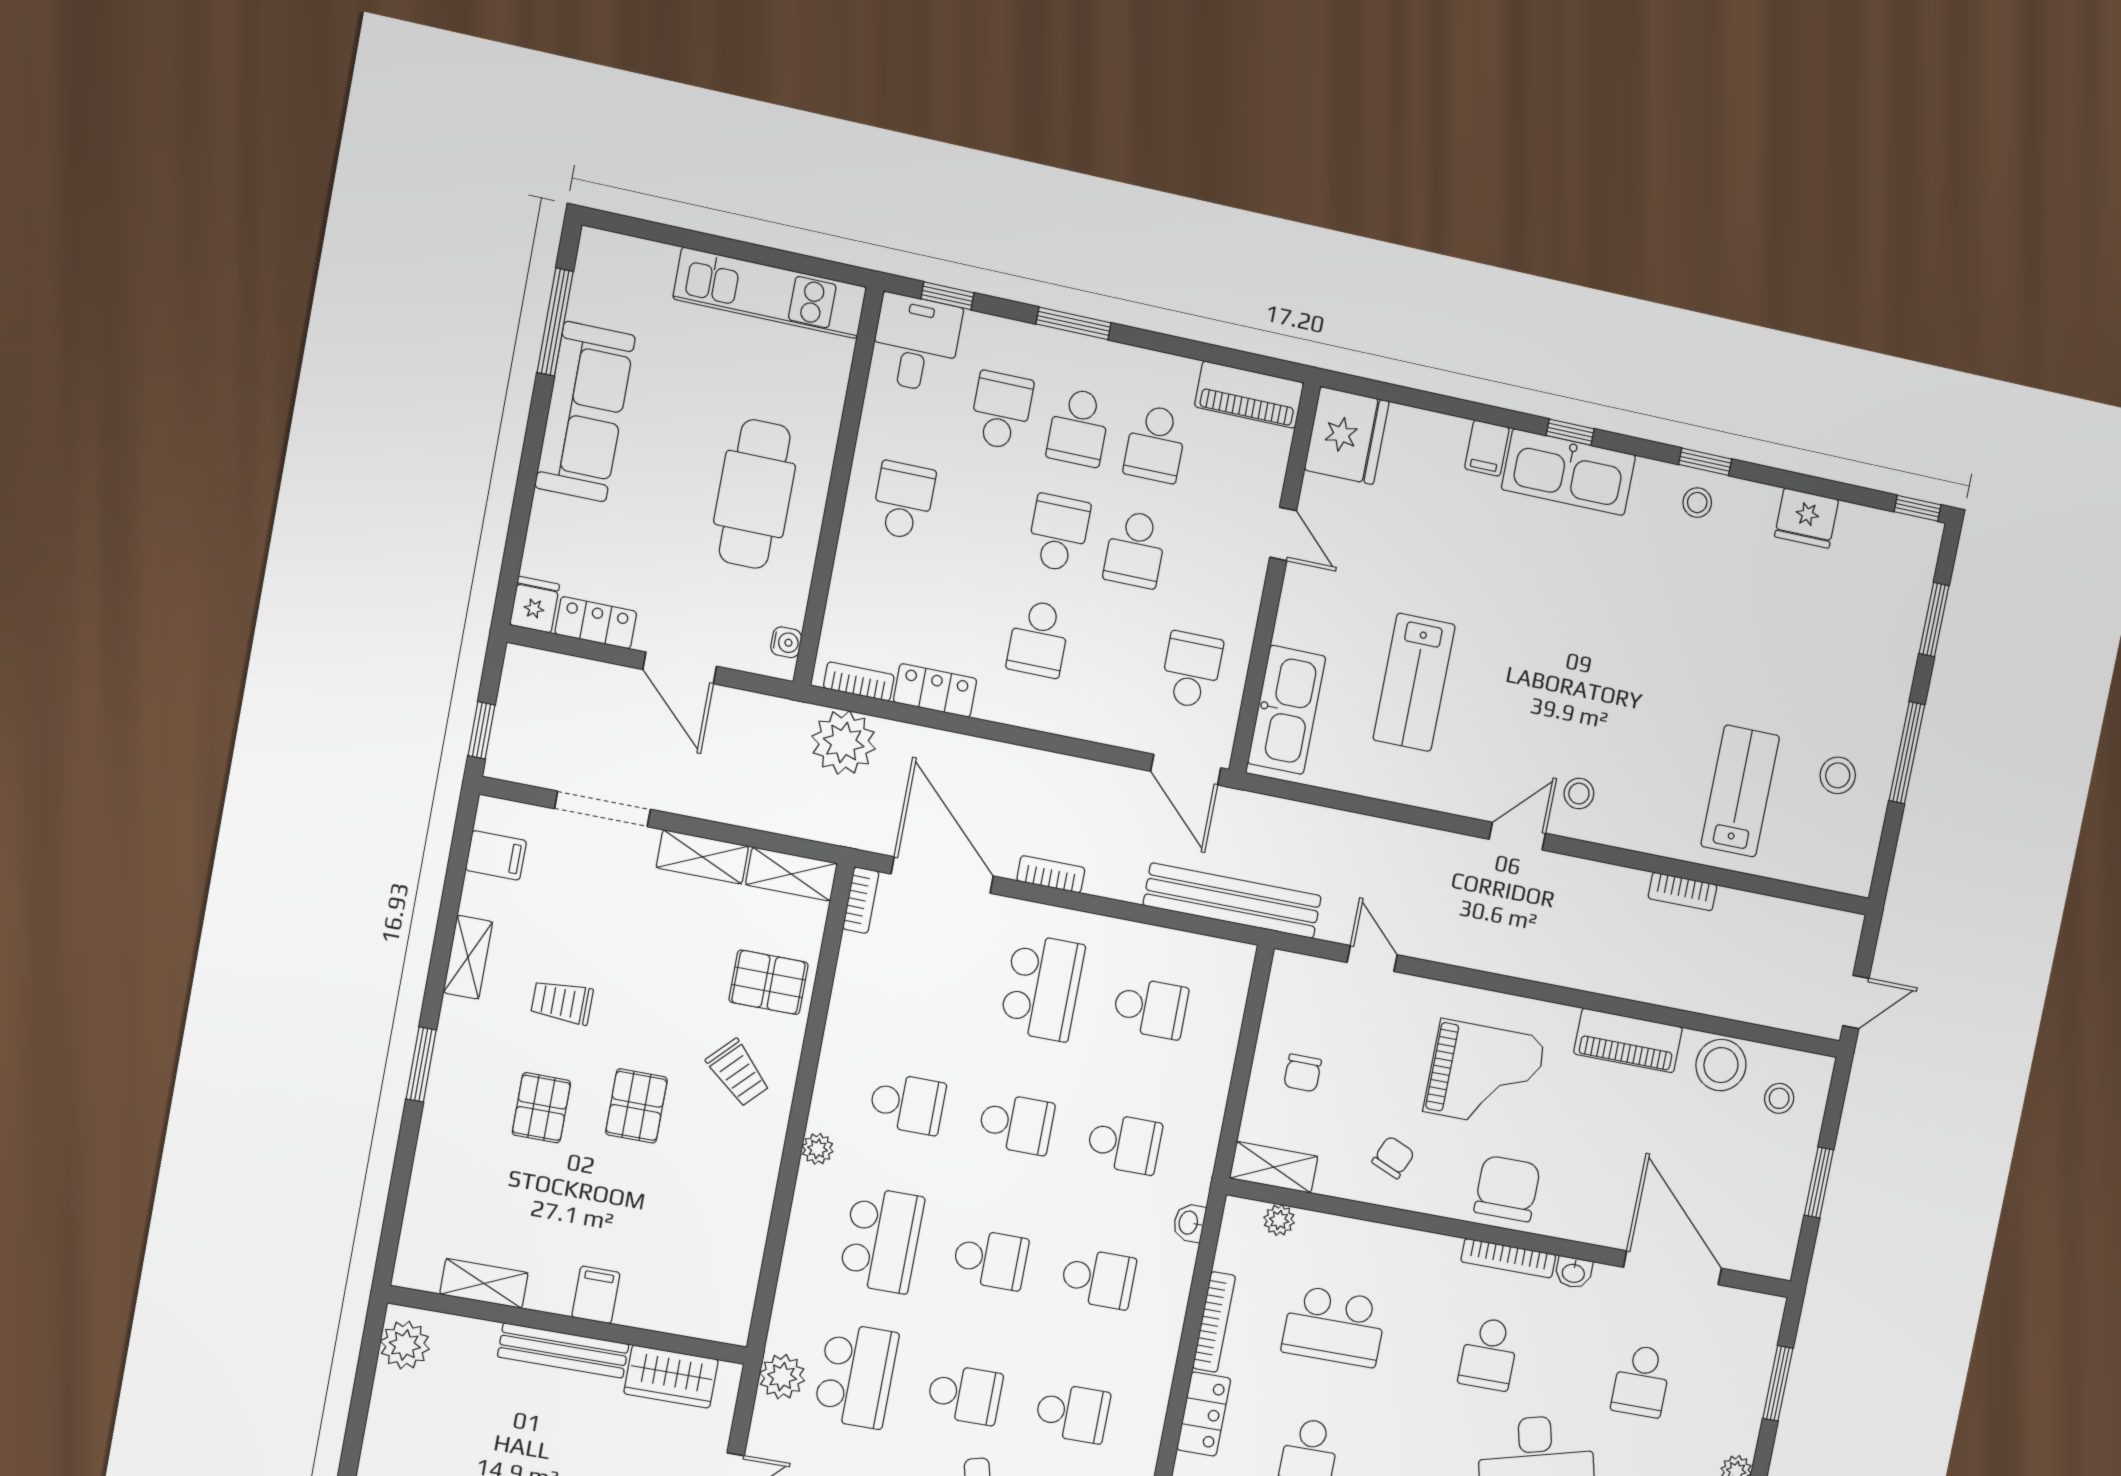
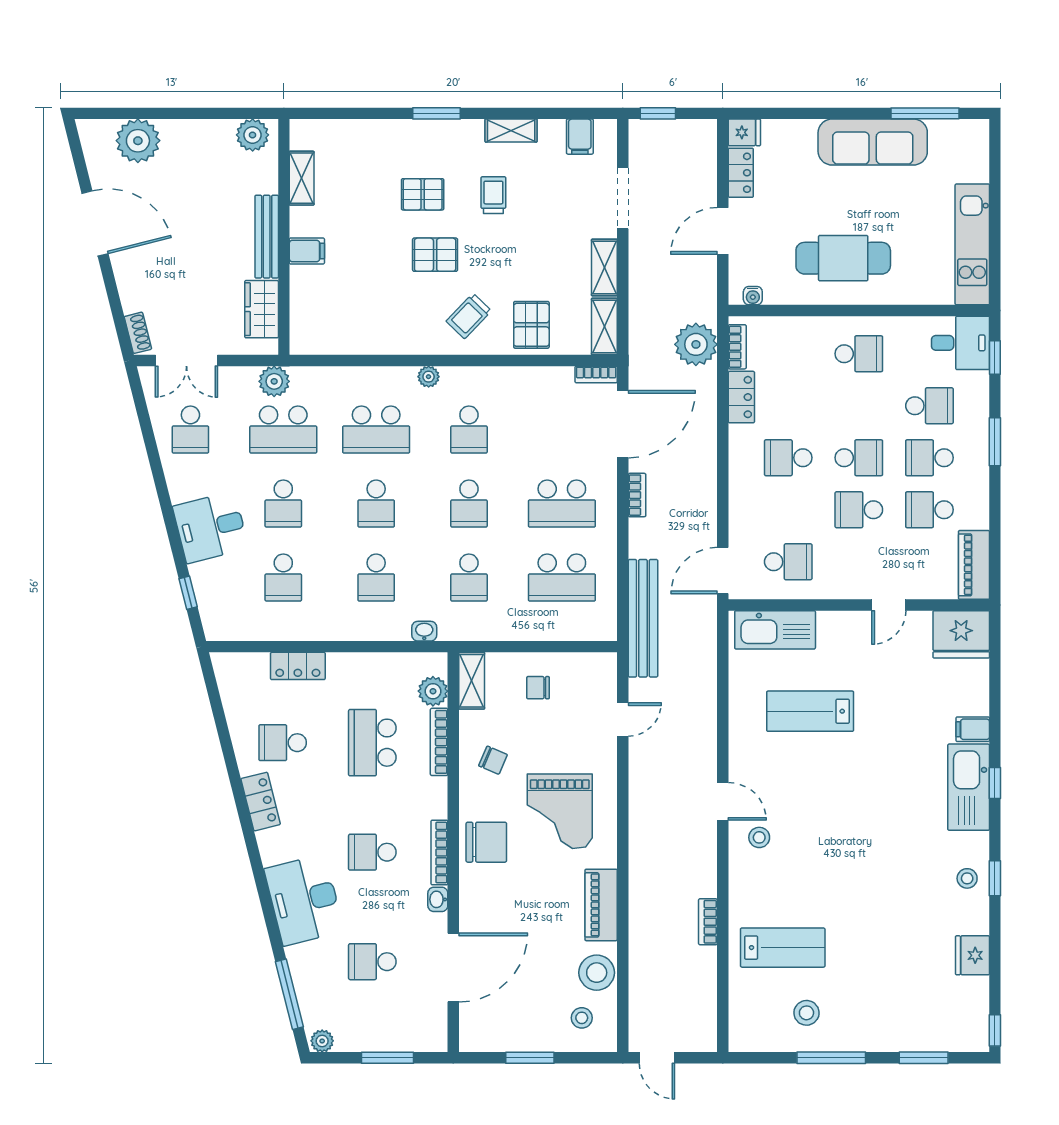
school desk: (1150, 1008) -> (562, 578), width x1.85
plant: (1279, 1220) -> (433, 691), width x1.38, depth x1.38
bookcase: (1214, 1322) -> (439, 742), moved, turned 90

